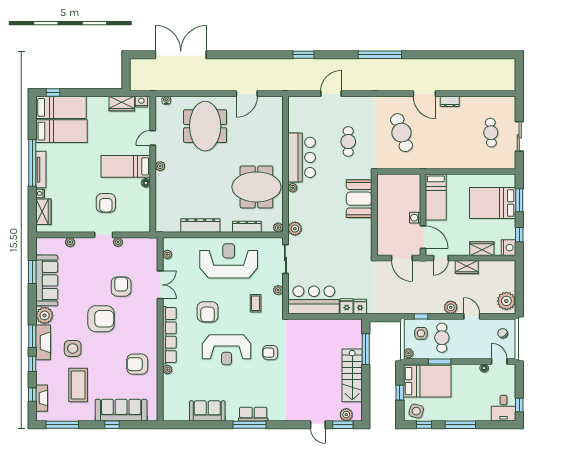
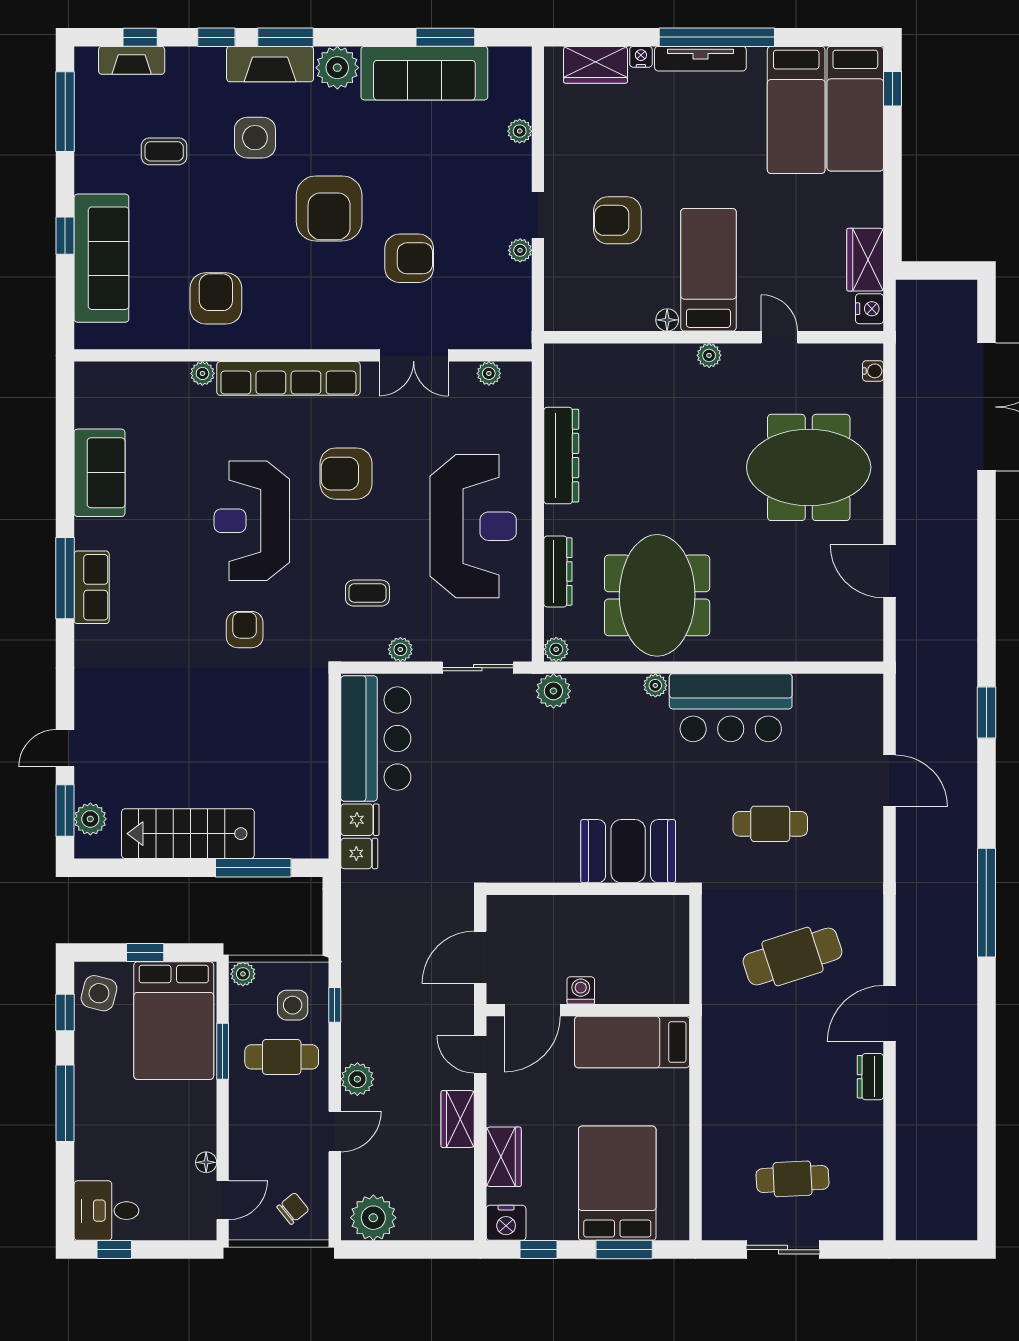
coffee table: (78, 385) -> (164, 151), width x0.54, depth x0.58

